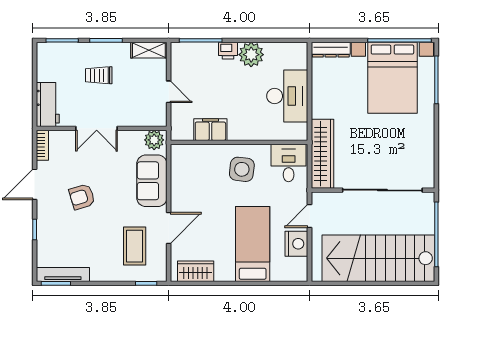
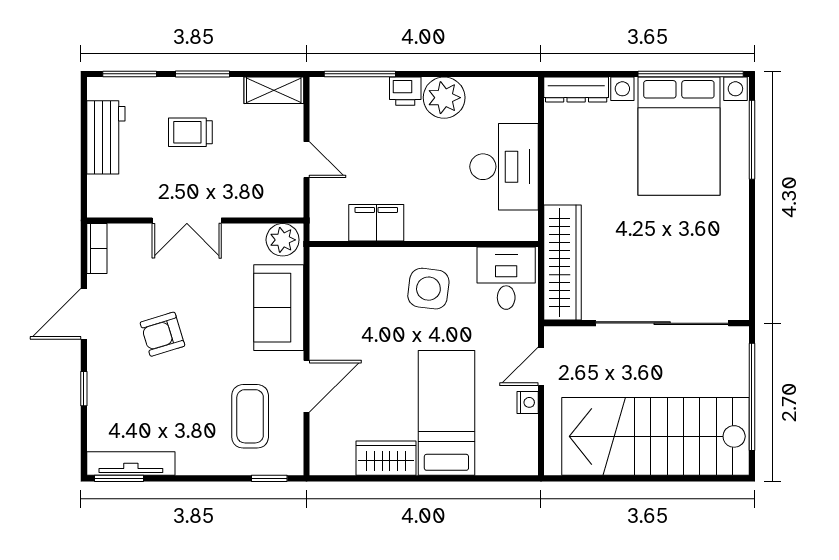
workbench: (48, 105) -> (106, 137), moved
nightstand: (296, 244) -> (528, 402), width x0.53, depth x0.56
wardrobe: (196, 271) -> (386, 458), moved

